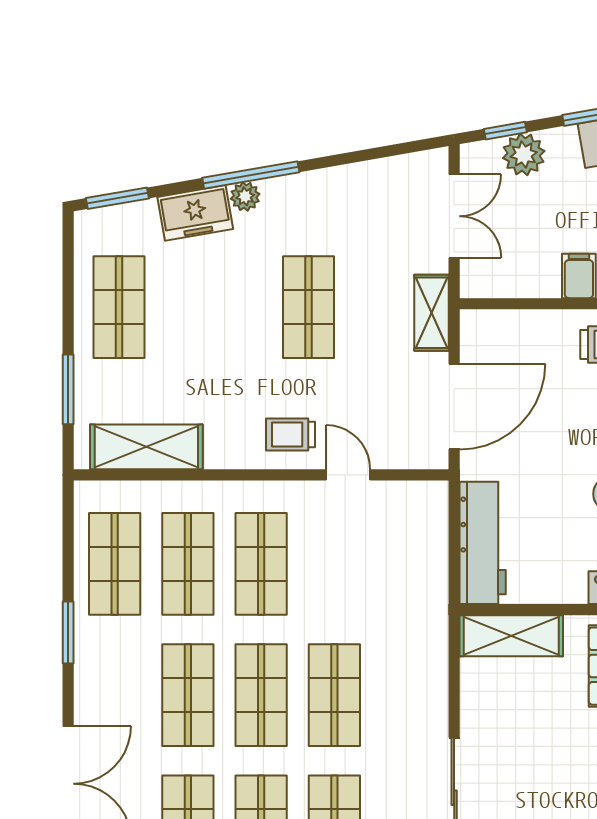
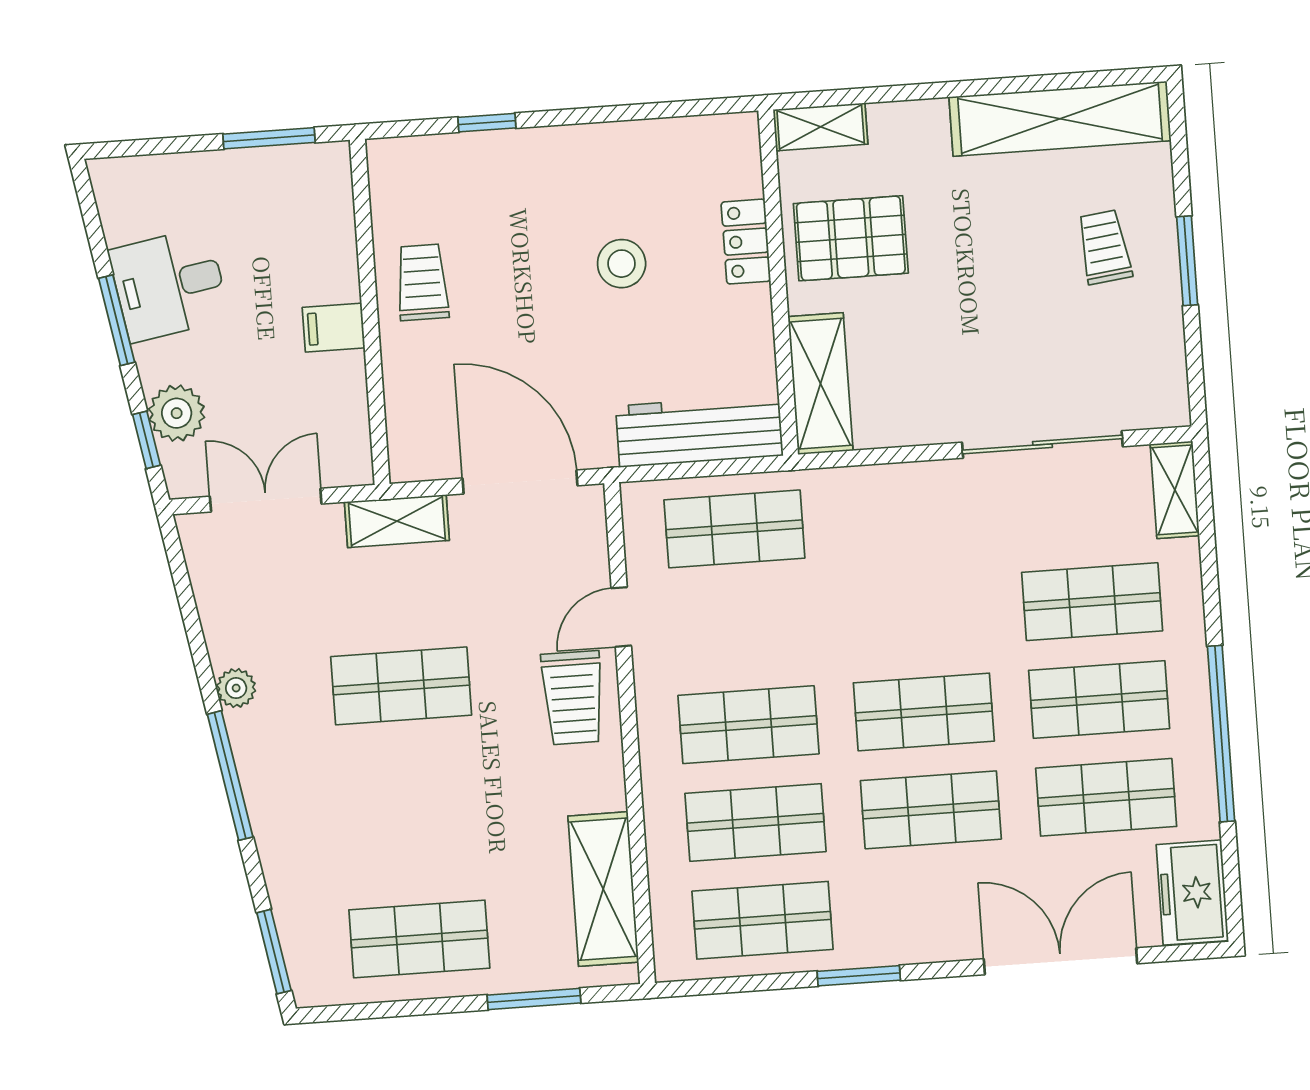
plant: (245, 196) -> (236, 688), moved
freezer: (195, 213) -> (286, 846), removed
trolley: (291, 434) -> (573, 698), width x1.36, depth x1.39
shop shelf: (334, 695) -> (734, 529), moved

